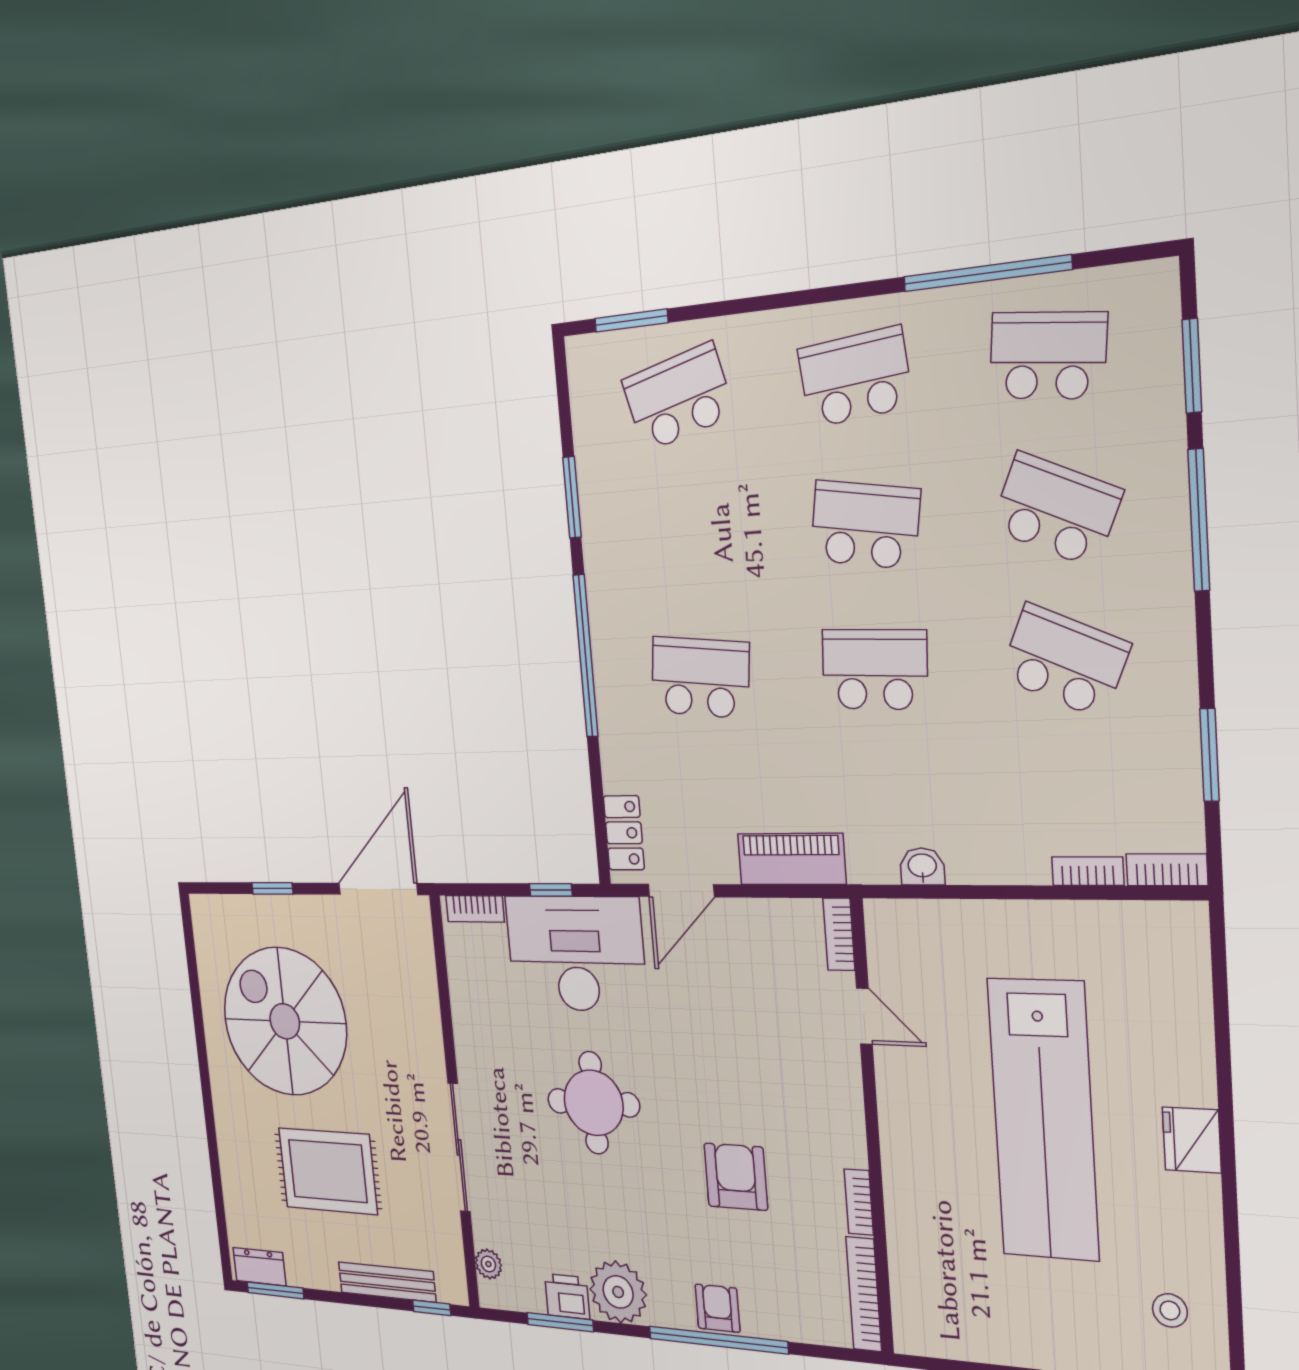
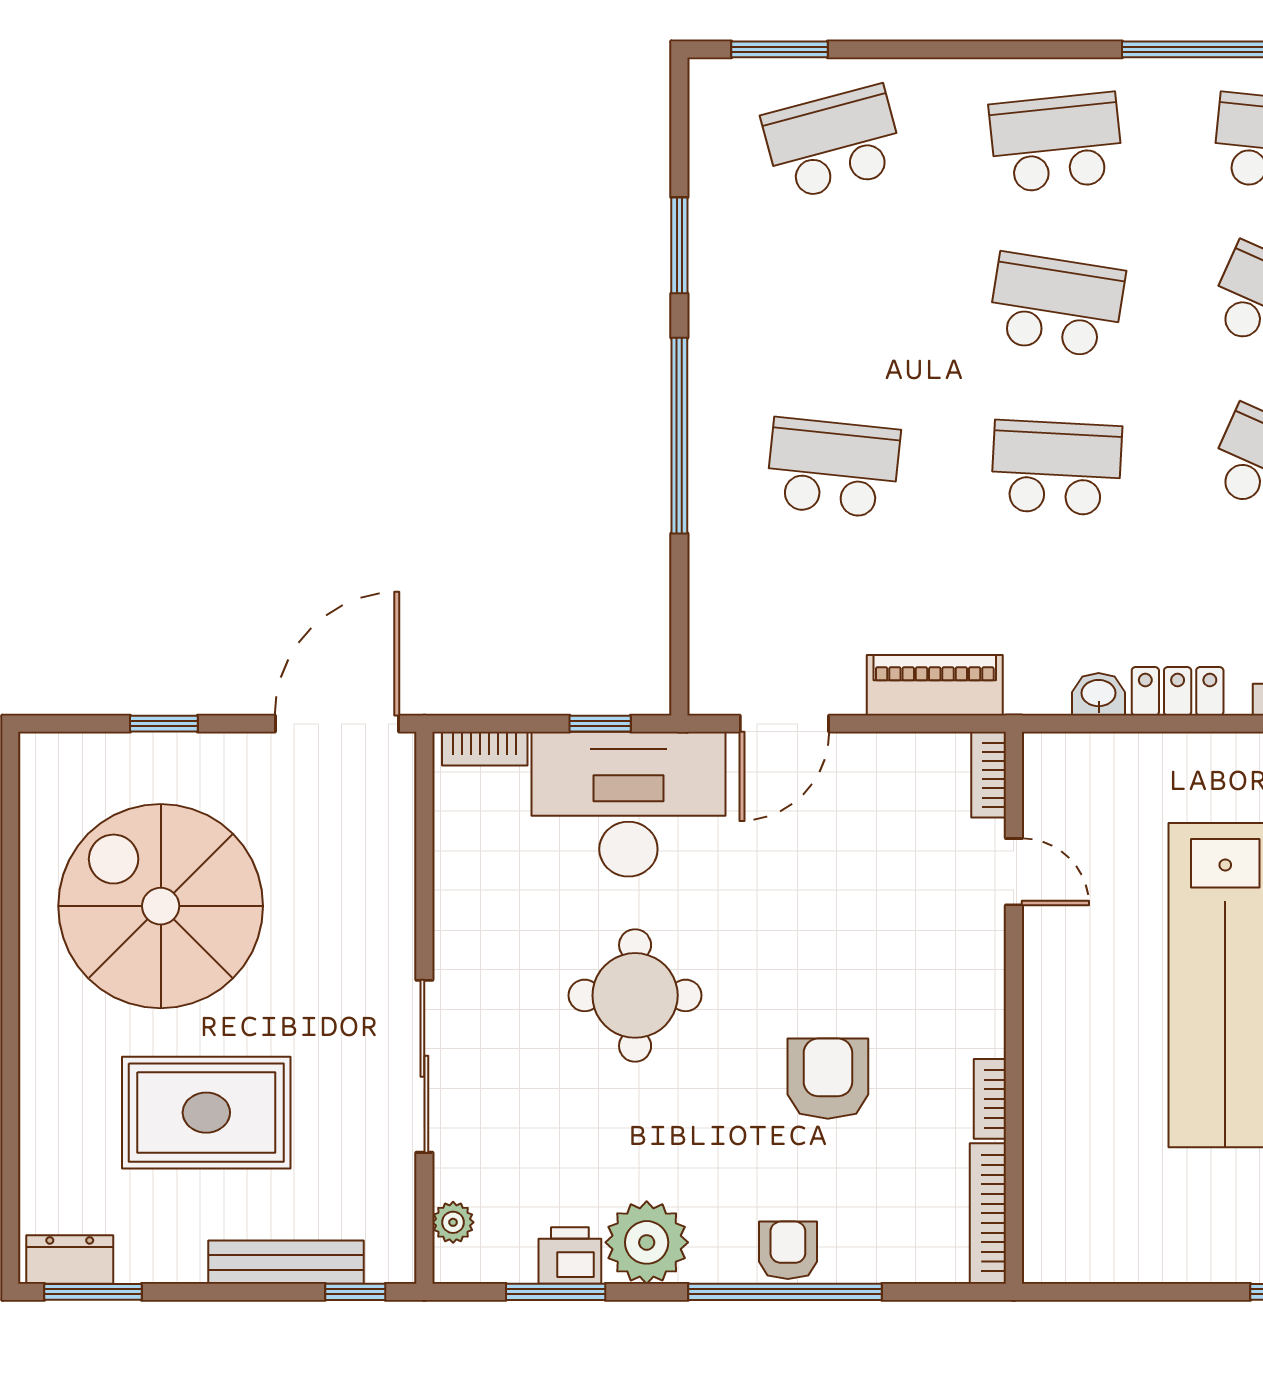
locker: (624, 833) -> (1178, 691), moved, turned -90

